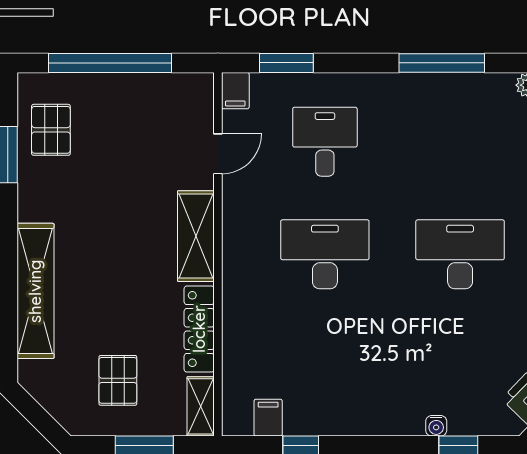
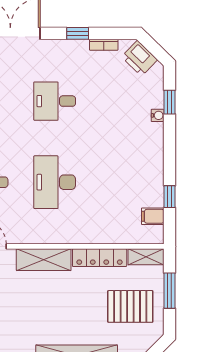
desk: (460, 254) -> (55, 101), width x0.73
pallet: (118, 380) -> (130, 306), width x1.50, depth x1.42

